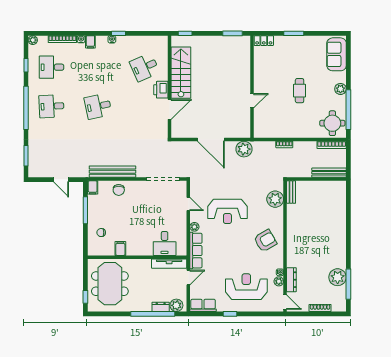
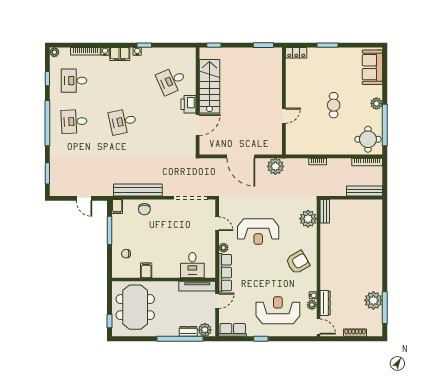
filing cabinet: (90, 42) -> (120, 54), width x2.00

